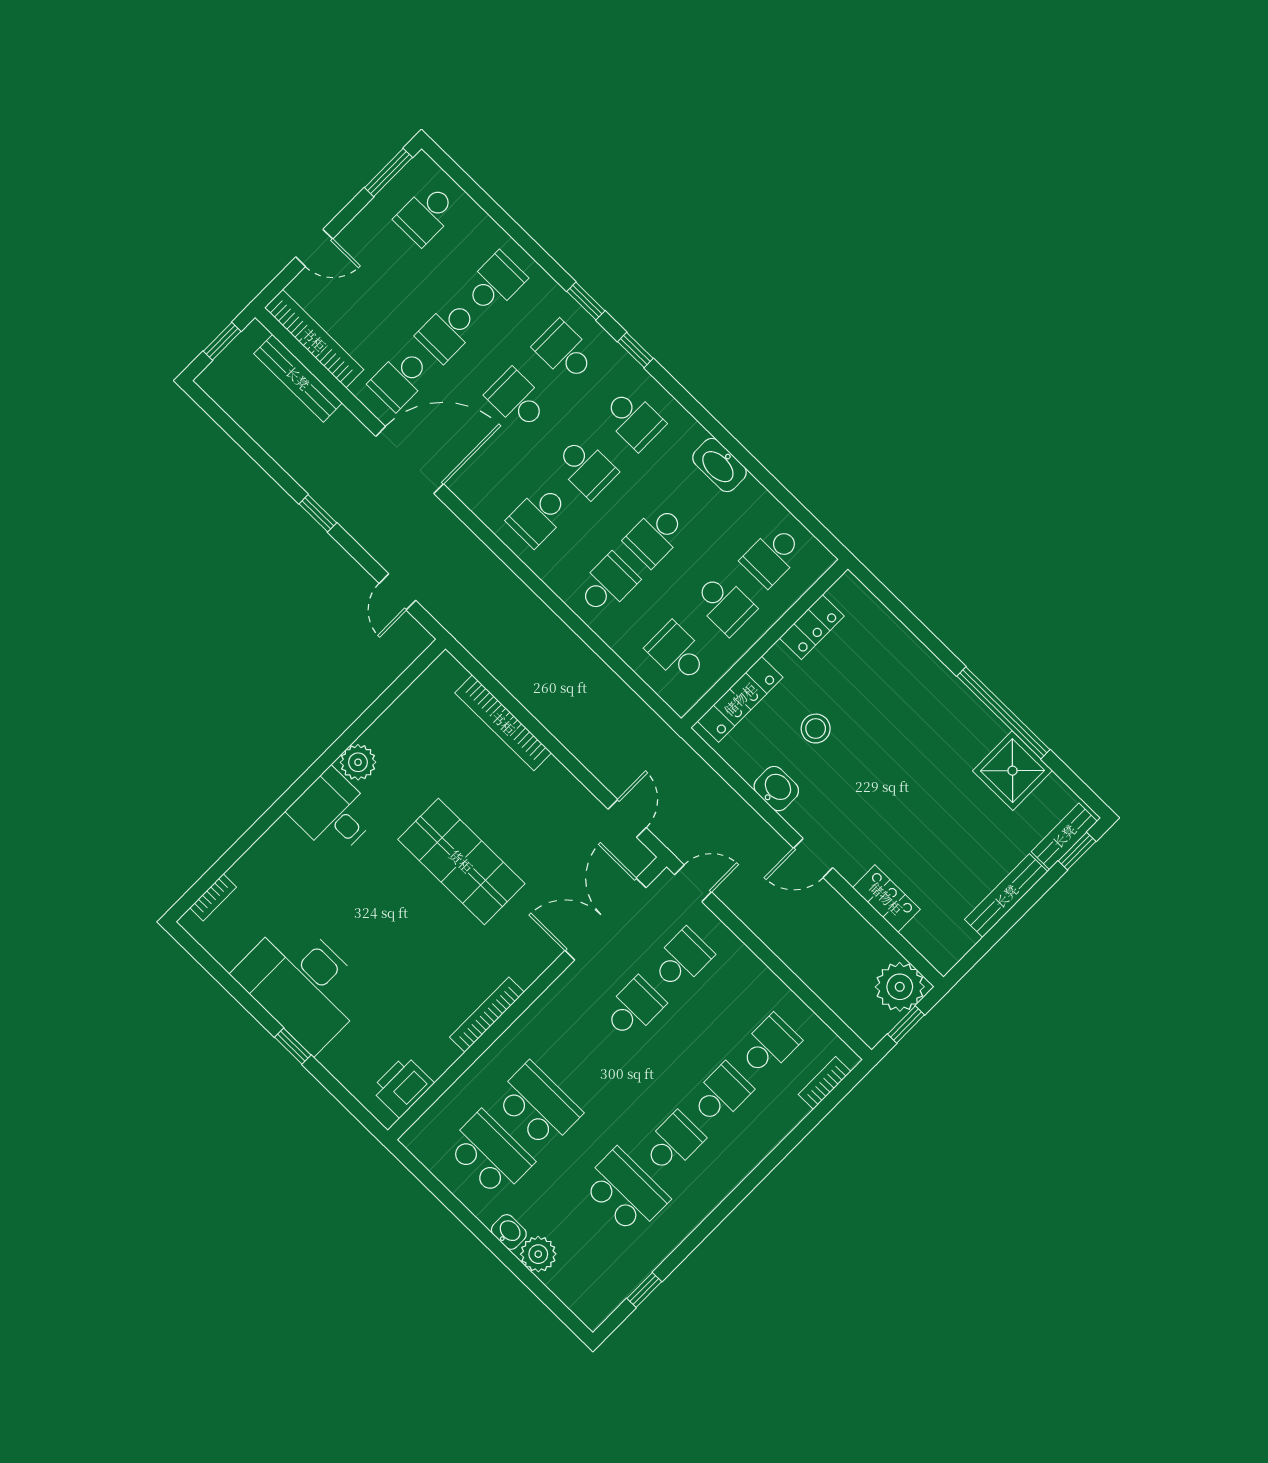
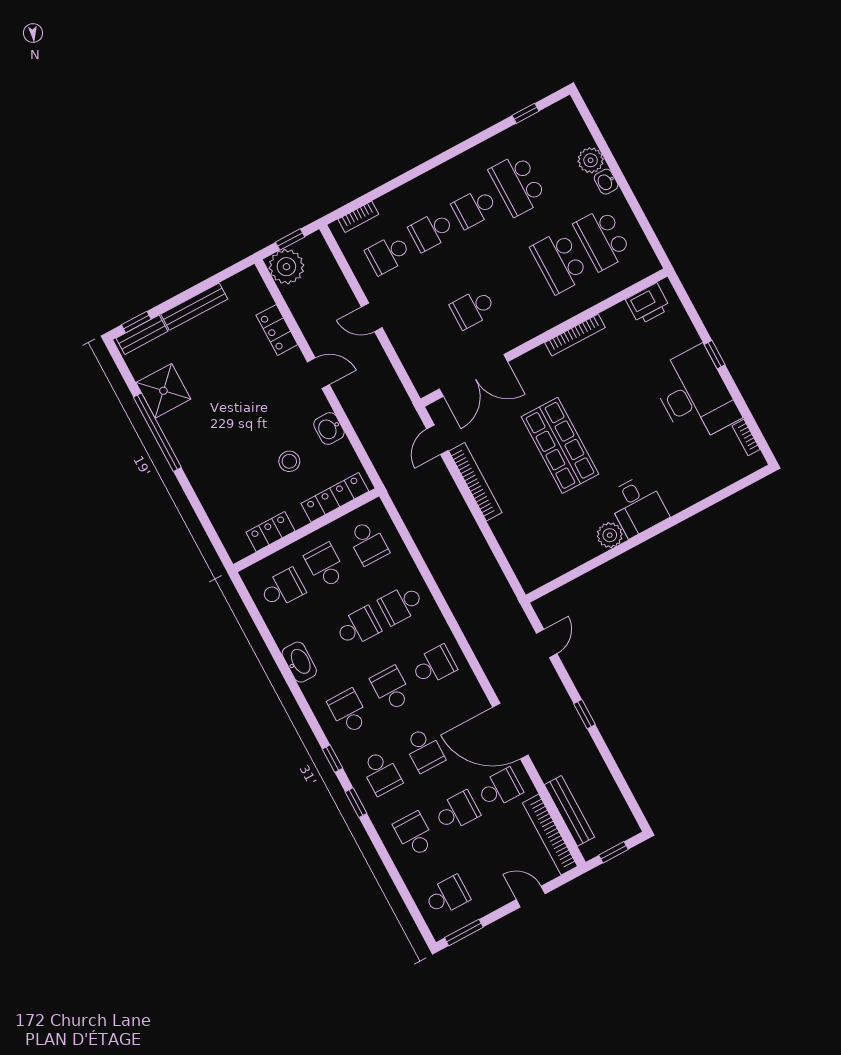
school desk: (495, 283) -> (414, 834), turned 90
bookcase: (503, 723) -> (475, 482), moved
door: (693, 883) -> (372, 317), moved
bookcase: (213, 897) -> (746, 437), moved, turned -90
school desk: (682, 959) -> (430, 332), removed

